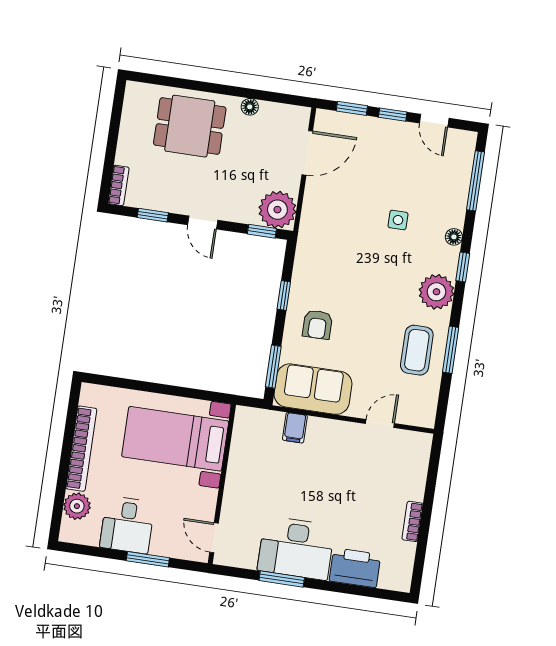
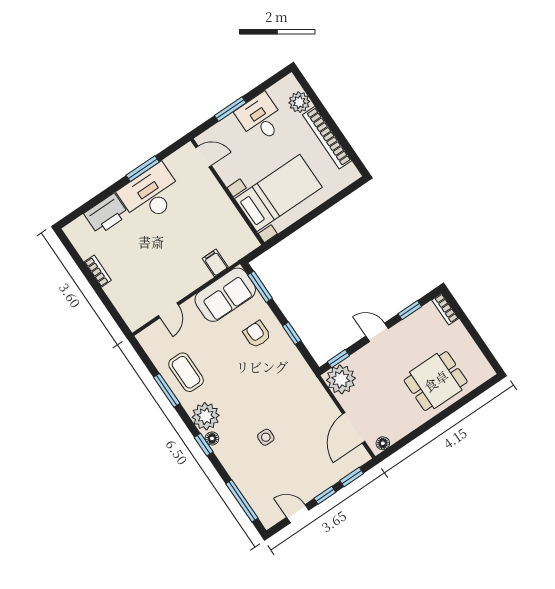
floor lamp: (250, 107) -> (383, 443), moved
floor lamp: (454, 237) -> (212, 438), moved

